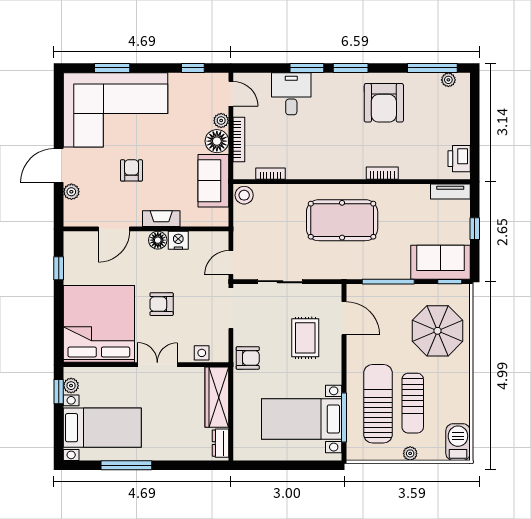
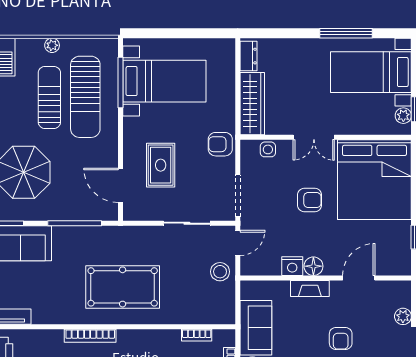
bookcase: (382, 173) -> (90, 336), width x1.56
stool: (244, 195) -> (220, 272), moved

